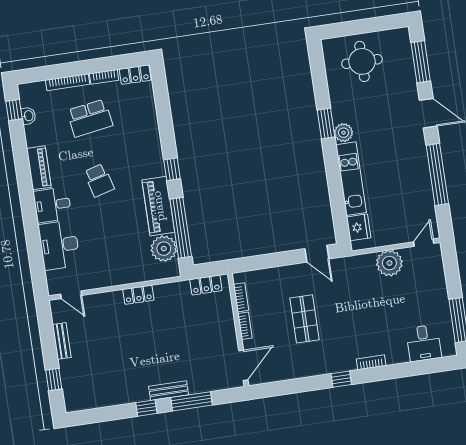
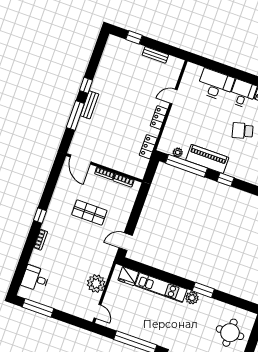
plant: (164, 249) -> (178, 152), width x0.53, depth x0.53
locker: (206, 285) -> (148, 147), moved
door: (71, 295) -> (174, 97), moved

